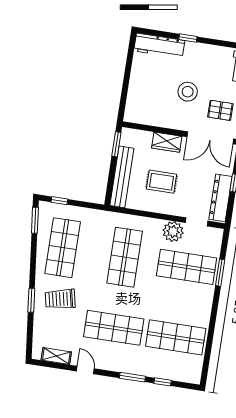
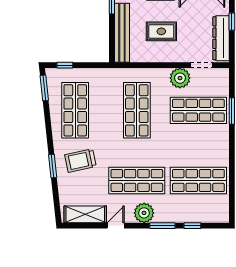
shelving: (56, 356) -> (85, 214), width x1.50, depth x1.33
plant: (116, 362) -> (144, 213), added
door: (85, 370) -> (116, 226), hinge flipped

